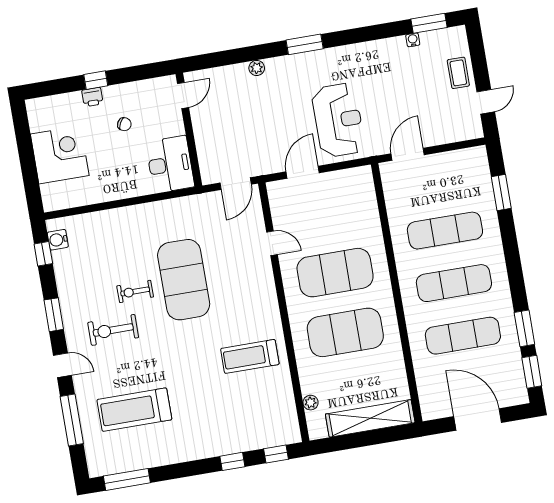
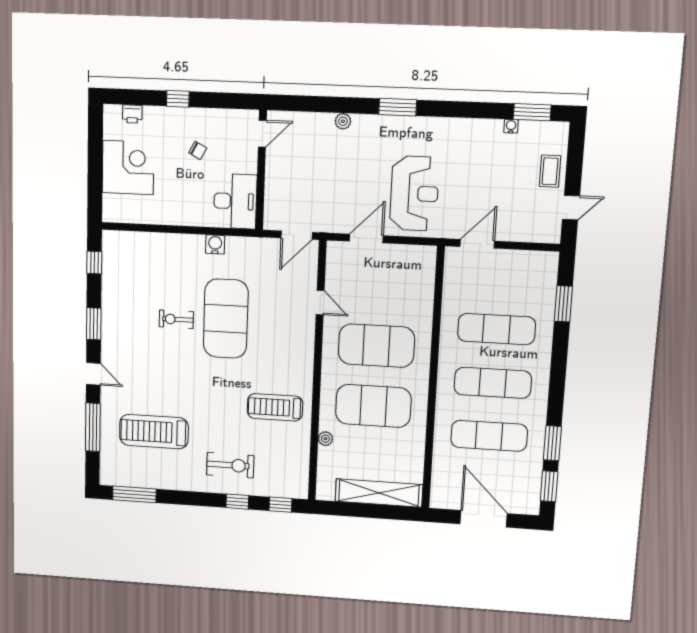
printer: (92, 97) -> (132, 114), moved
water cooler: (58, 240) -> (215, 244), moved, turned 90
exercise bike: (113, 330) -> (230, 465), moved, turned 180
plant: (311, 403) -> (325, 439), moved

